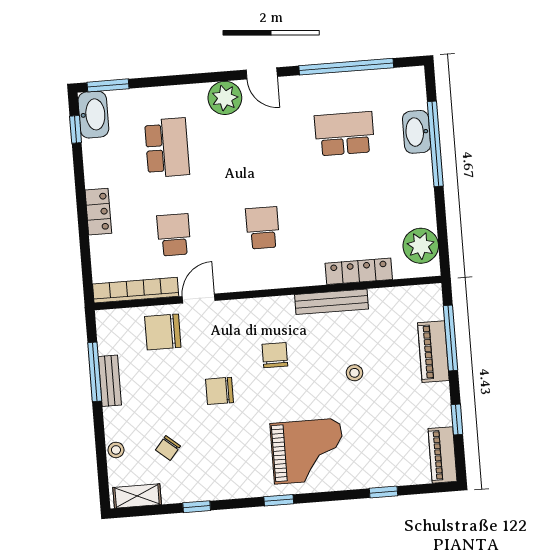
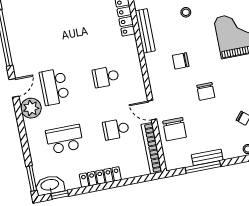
school desk: (344, 134) -> (54, 87), moved
locker: (98, 212) -> (100, 177), width x1.53

